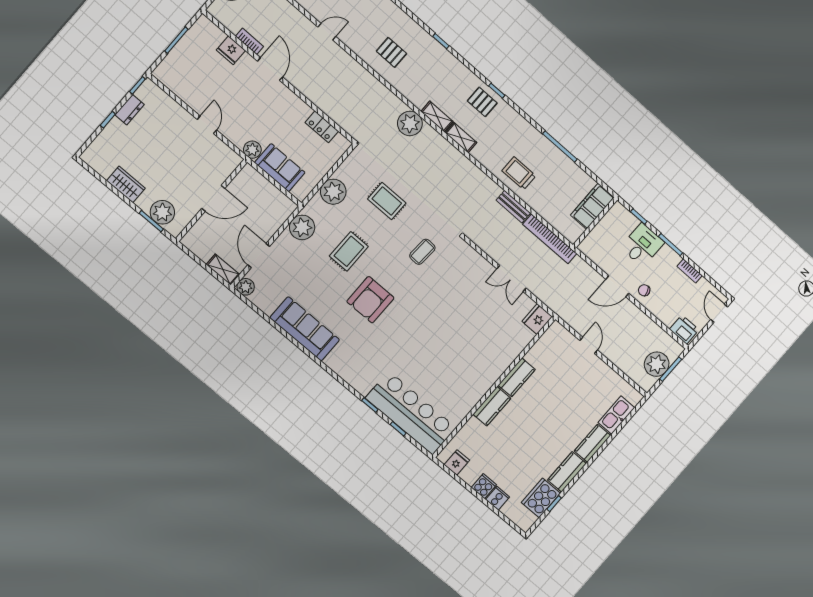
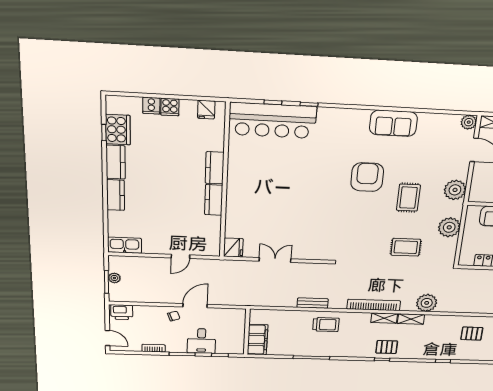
bookcase: (550, 239) -> (374, 305), moved
coffee table: (422, 252) -> (354, 233), removed
sofa: (305, 329) -> (393, 123), width x0.73
door: (589, 345) -> (180, 256), hinge flipped
plant: (657, 364) -> (114, 278), width x0.53, depth x0.53
kitchen sink: (616, 415) -> (125, 245), moved, turned -90

